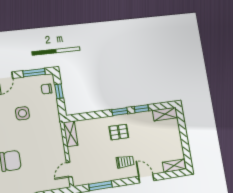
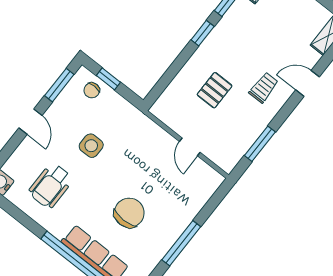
pallet: (119, 132) -> (215, 90), moved
shelving: (71, 134) -> (169, 116), removed
door: (69, 170) -> (190, 147), moved

